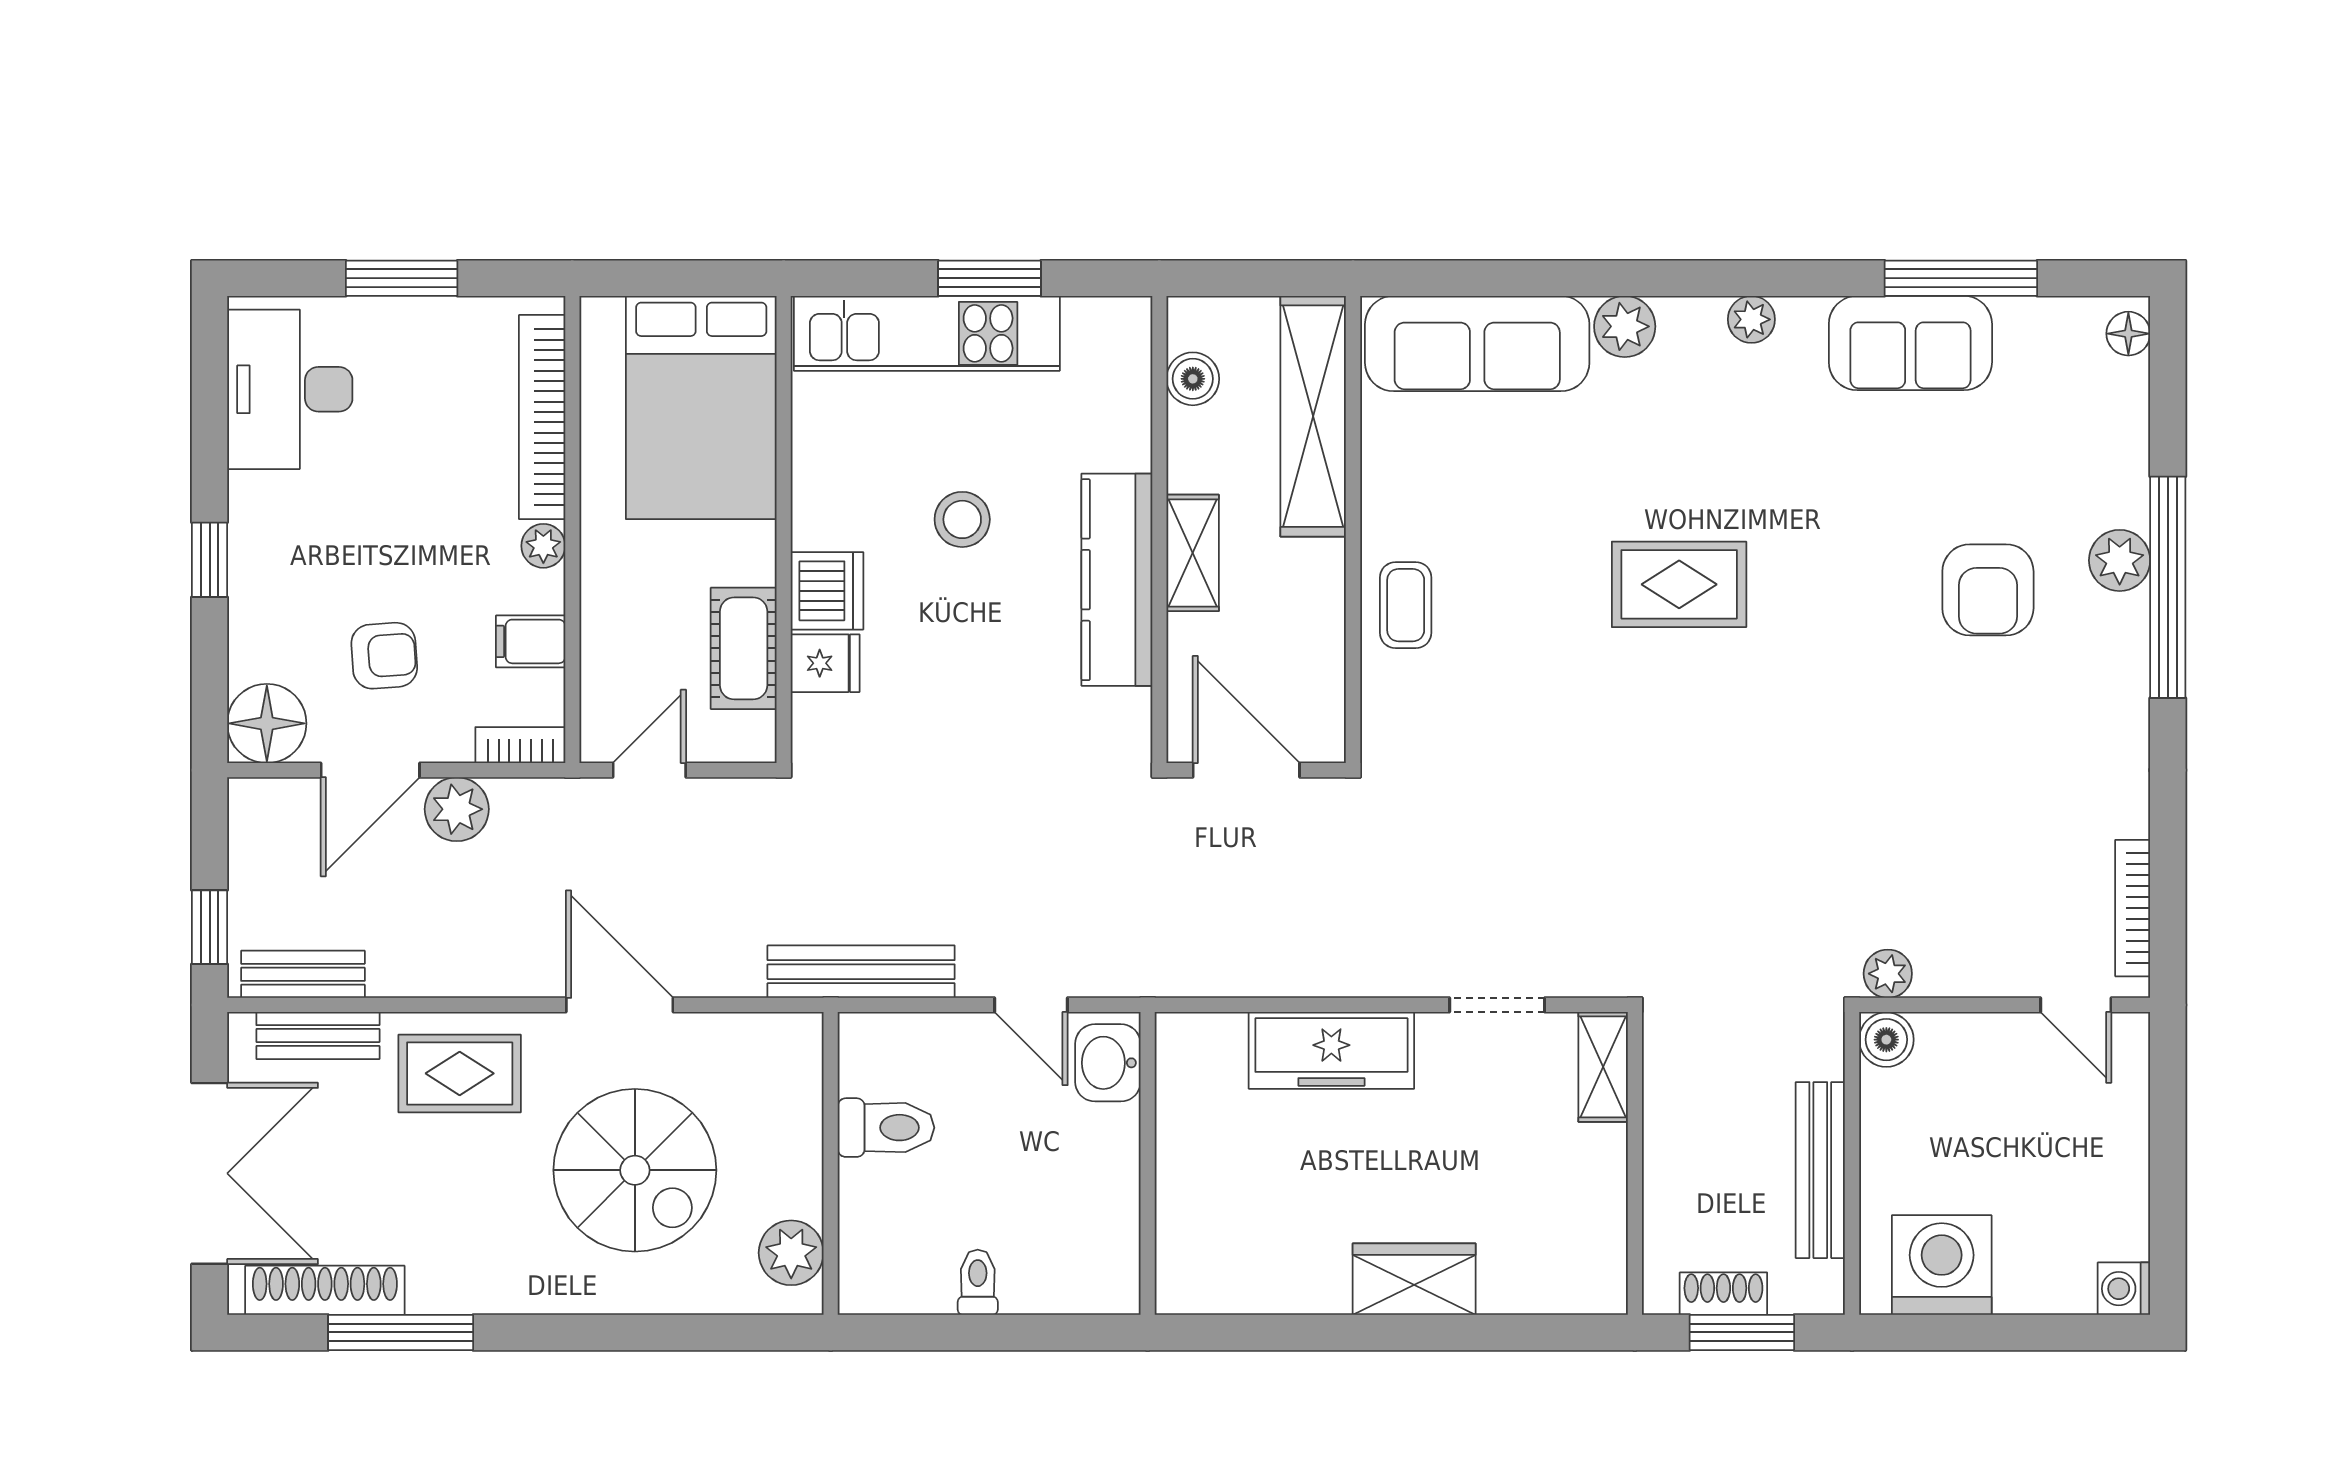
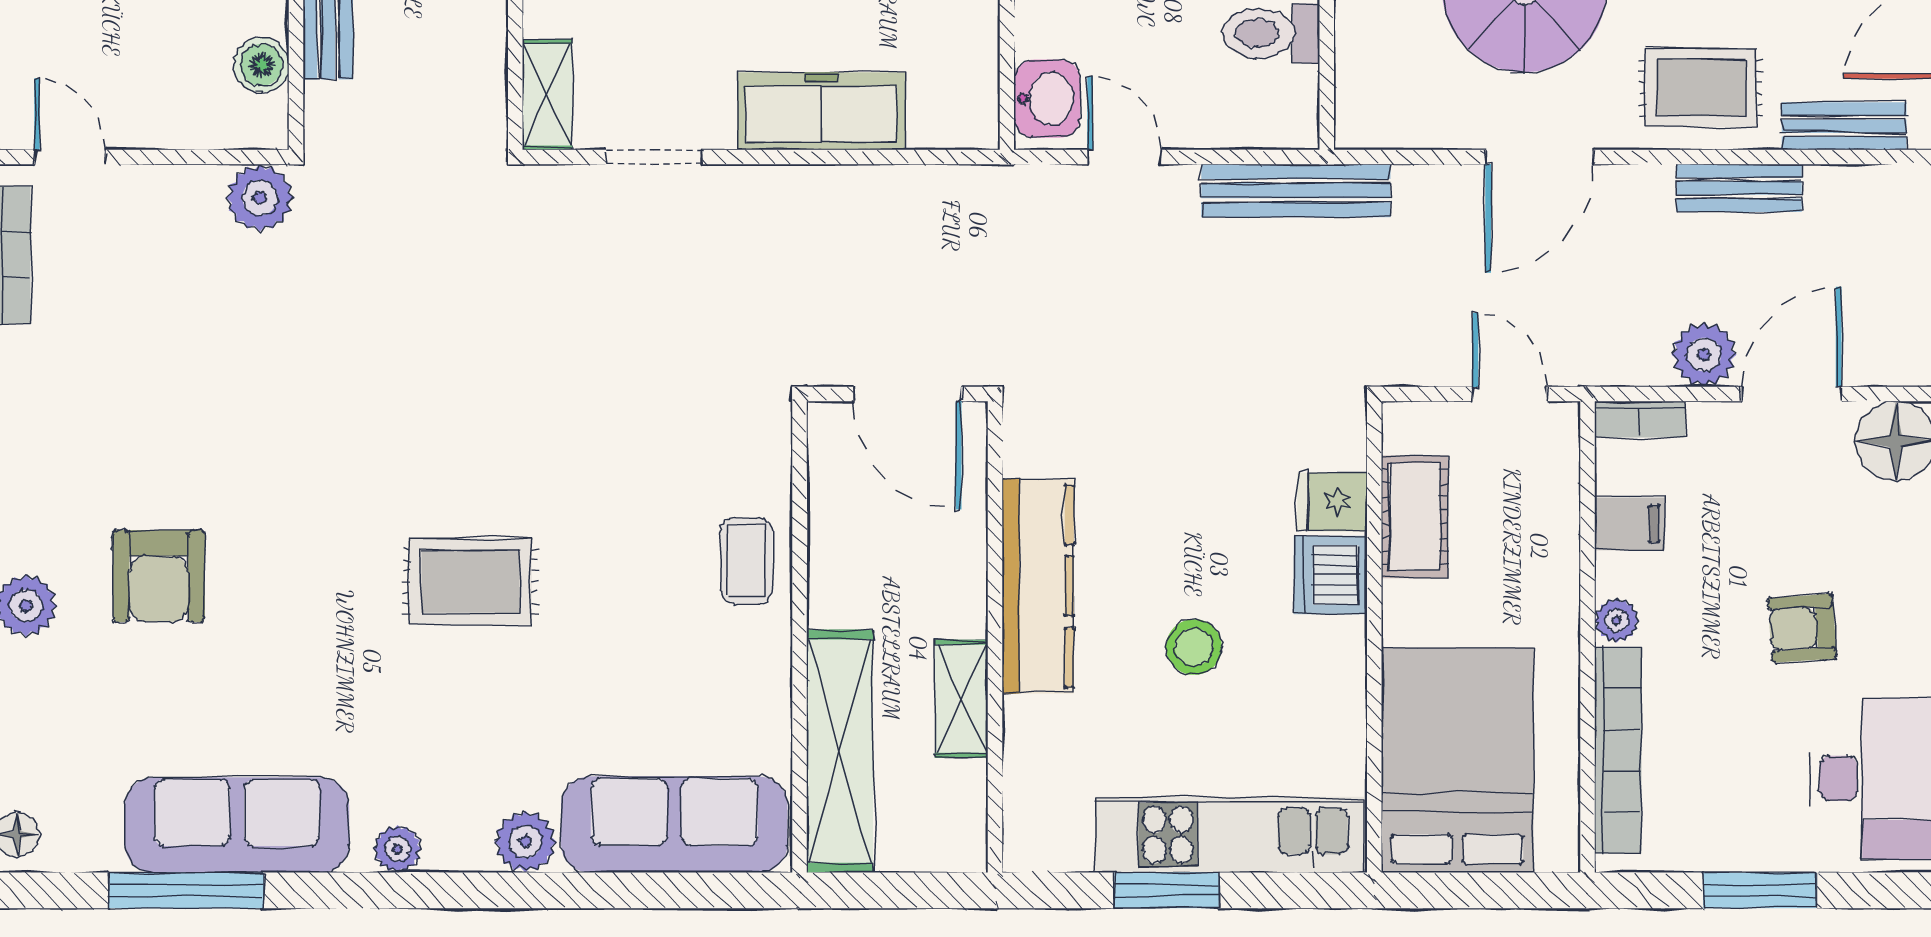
sofa: (1910, 343) -> (237, 825), width x1.36
boiler: (1193, 379) -> (961, 789), removed
shelving: (1193, 553) -> (961, 699), moved
armchair: (1988, 590) -> (159, 576), turned 180
armchair: (384, 656) -> (1802, 628), moved
door: (649, 770) -> (1510, 394), swing flipped
bench: (303, 974) -> (1739, 188), moved
plant: (1888, 974) -> (260, 198), width x1.38, depth x1.38
door: (620, 1005) -> (1540, 157), hinge flipped
boiler: (1886, 1040) -> (261, 65), moved

